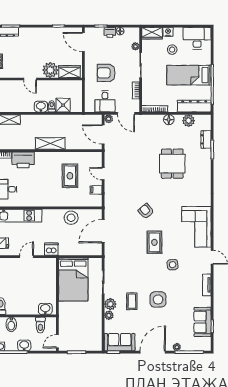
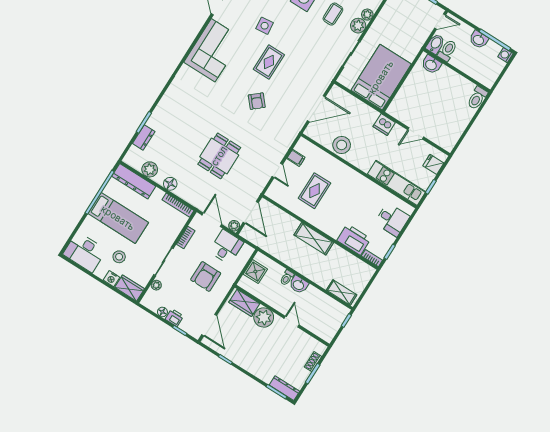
armchair: (106, 73) -> (206, 276), turned 90
shower: (63, 105) -> (255, 272), moved
dining table: (172, 164) -> (219, 156), moved
bidet: (11, 324) -> (435, 44), moved

